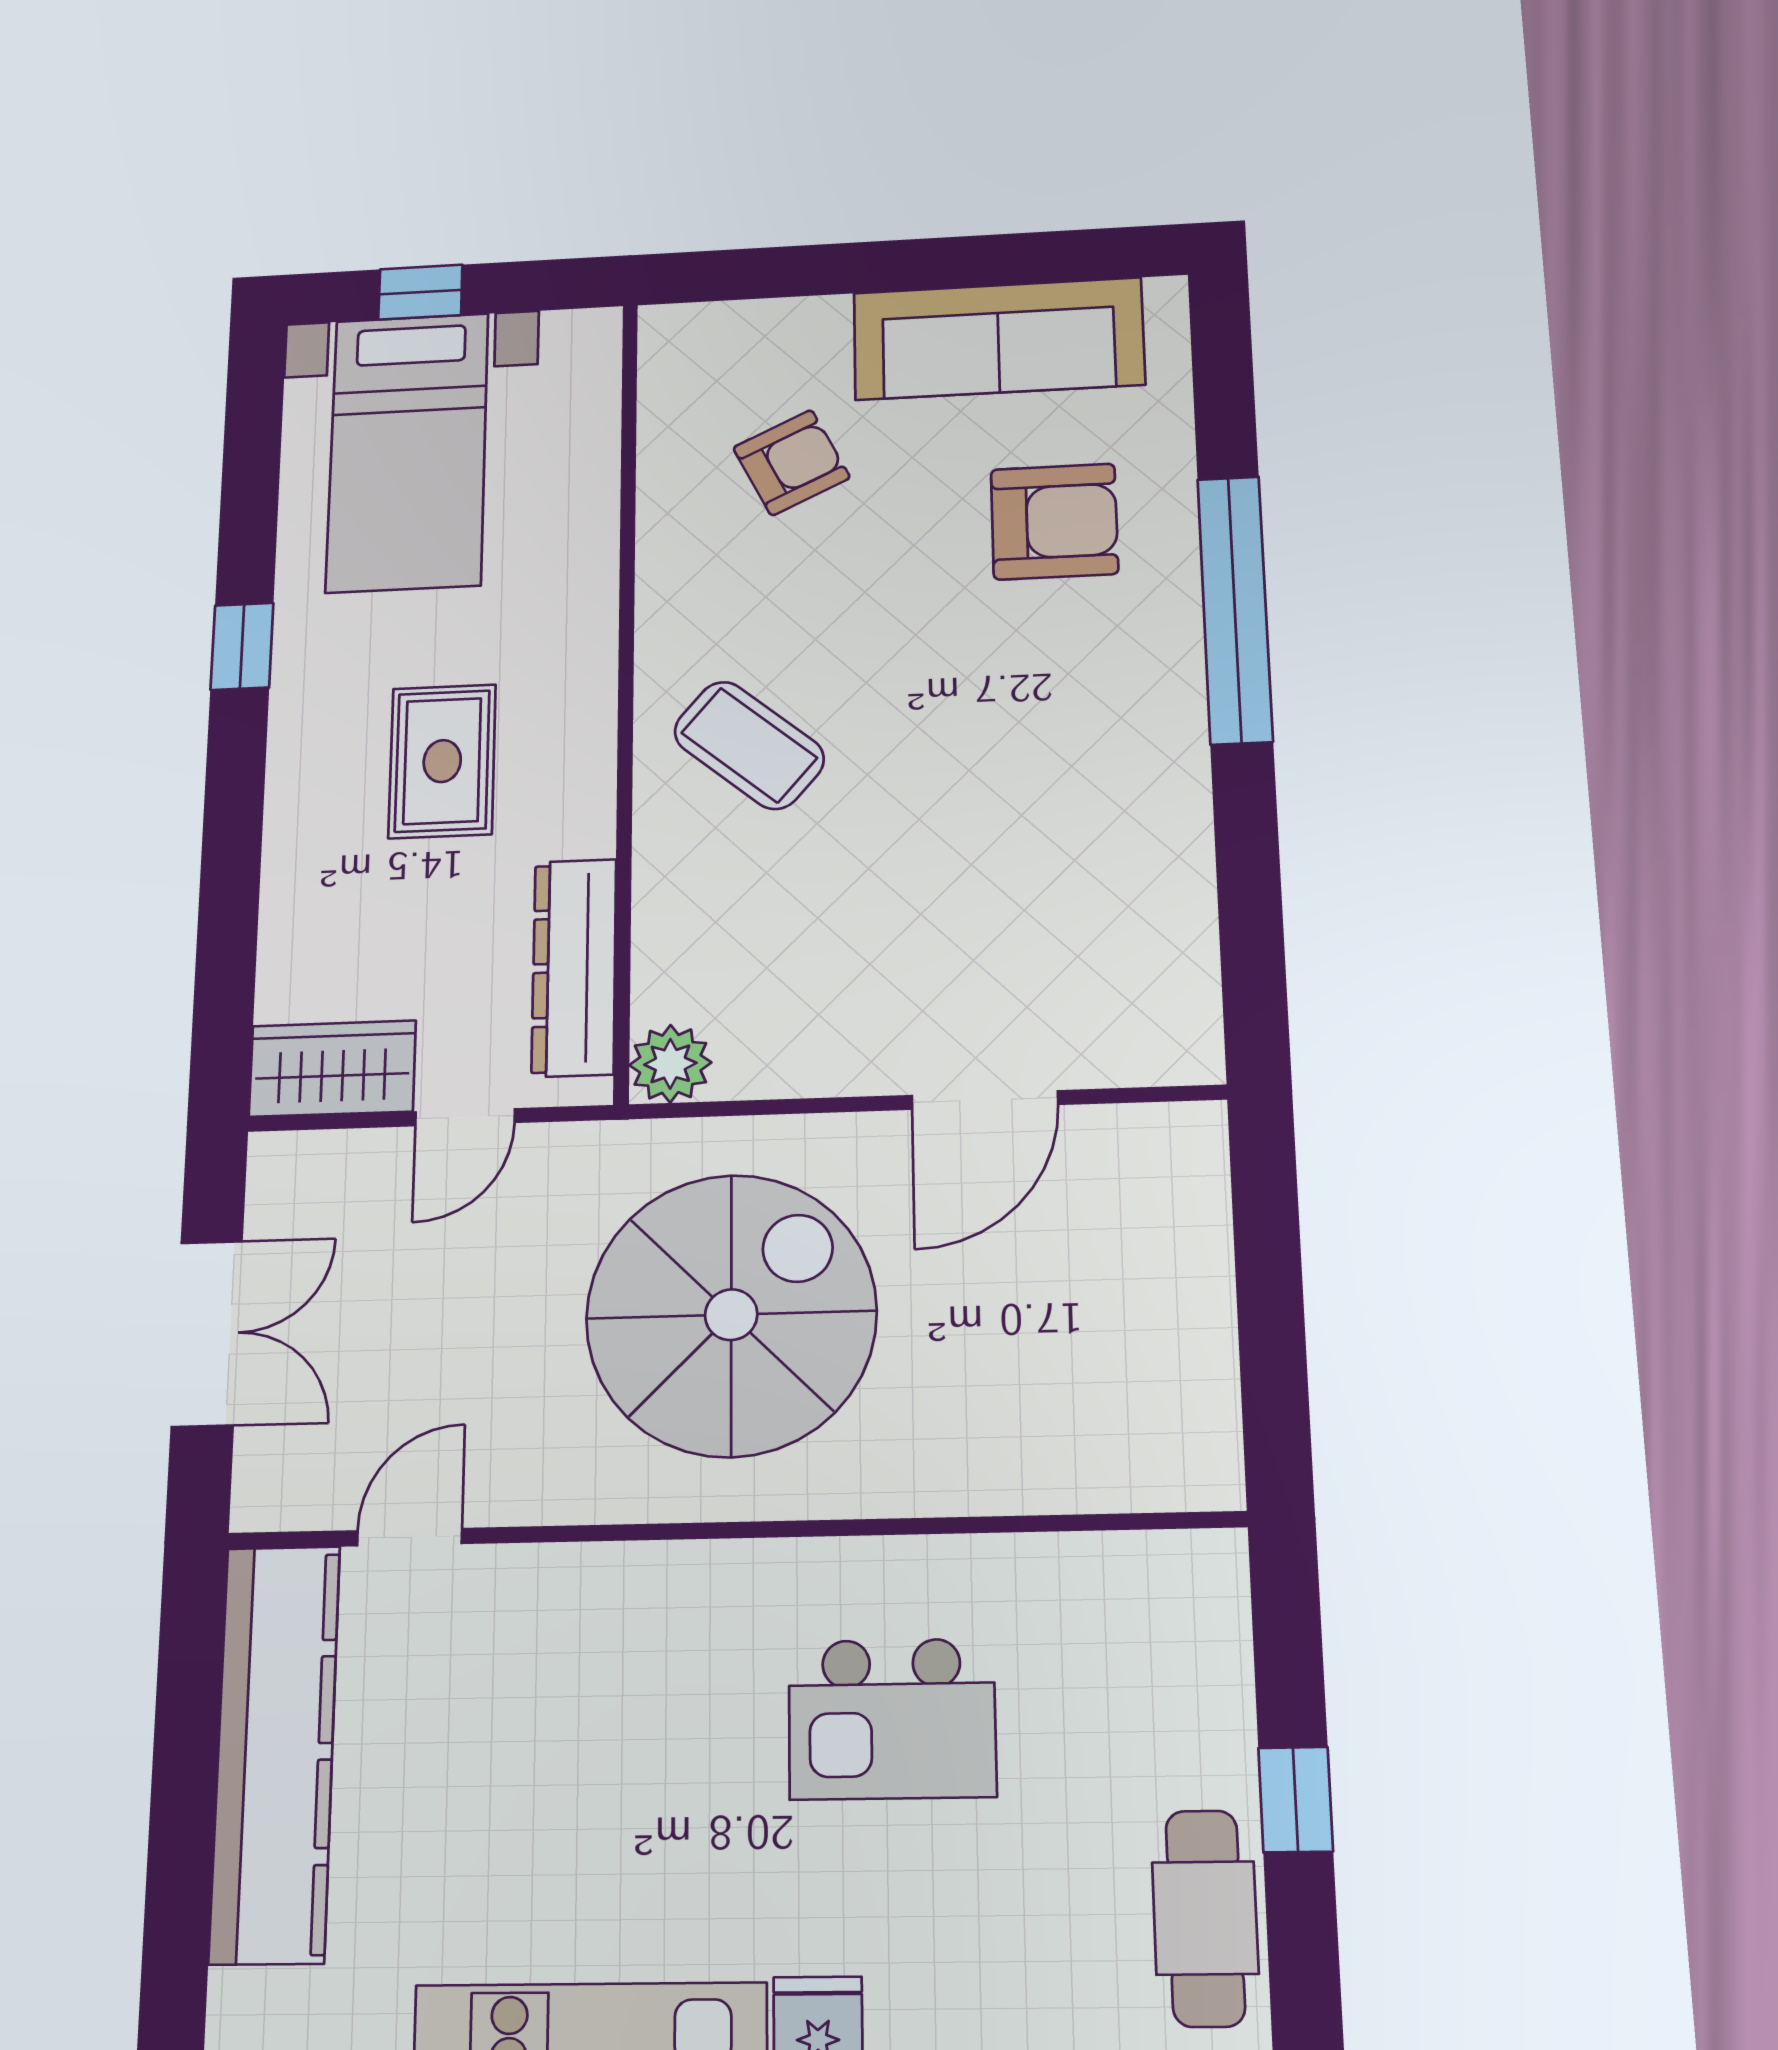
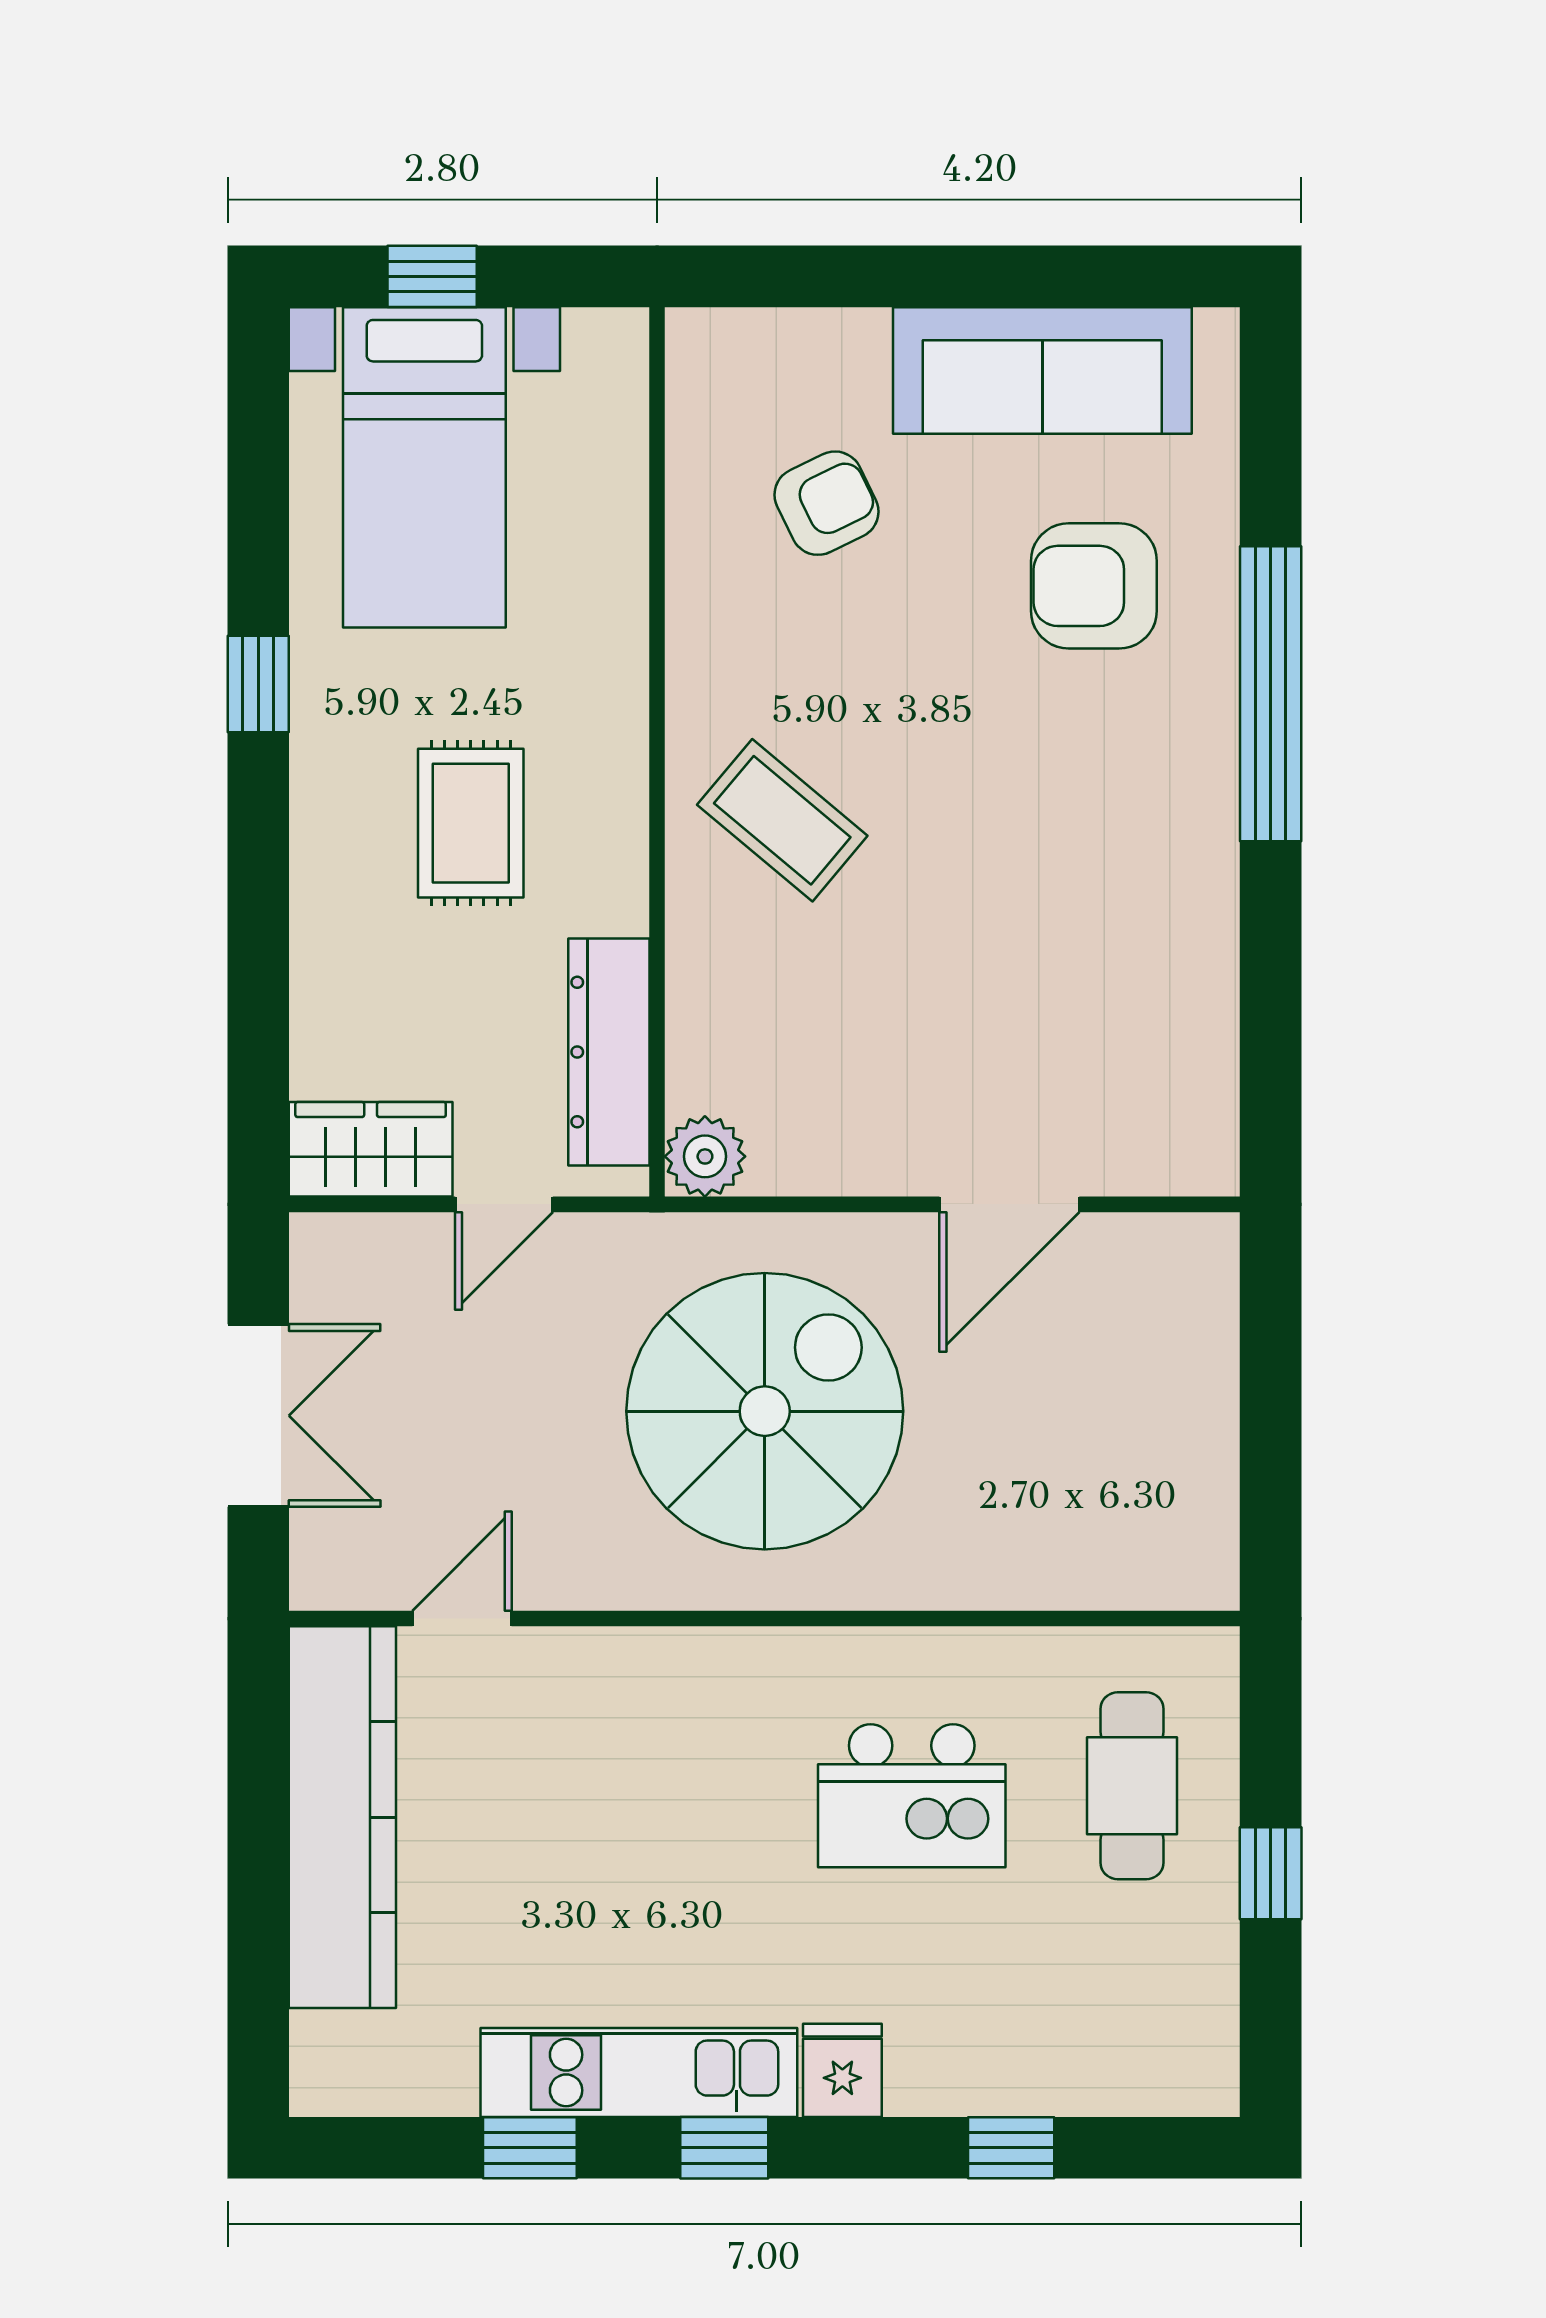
armchair: (1054, 522) -> (1094, 586), turned 180
cafe table: (1205, 1918) -> (1132, 1786), moved

